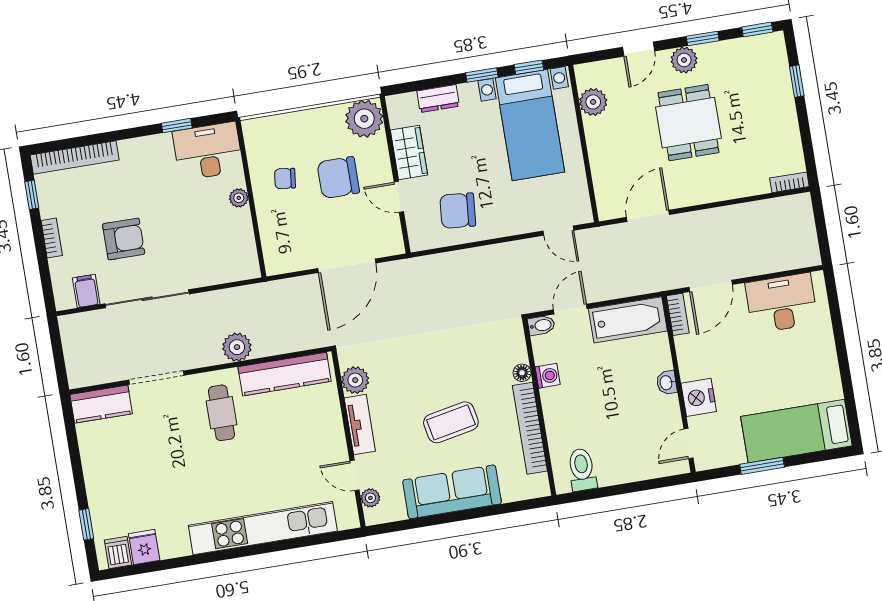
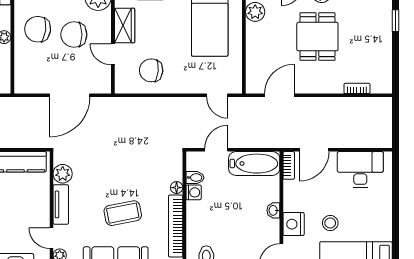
chair: (285, 179) -> (38, 29), width x1.87, depth x1.87
bookcase: (789, 182) -> (357, 88), moved
bidet: (541, 325) -> (195, 178), moved
stool: (751, 387) -> (330, 223), added

